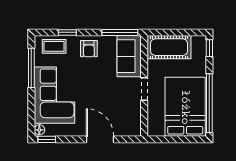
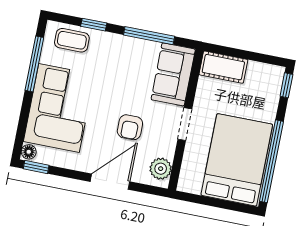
window: (120, 32) -> (149, 36), moved
cot: (169, 47) -> (223, 67), width x0.73, depth x0.75
armchair: (89, 49) -> (130, 127), moved
plant: (133, 123) -> (161, 169), added
door: (100, 139) -> (110, 182), hinge flipped

